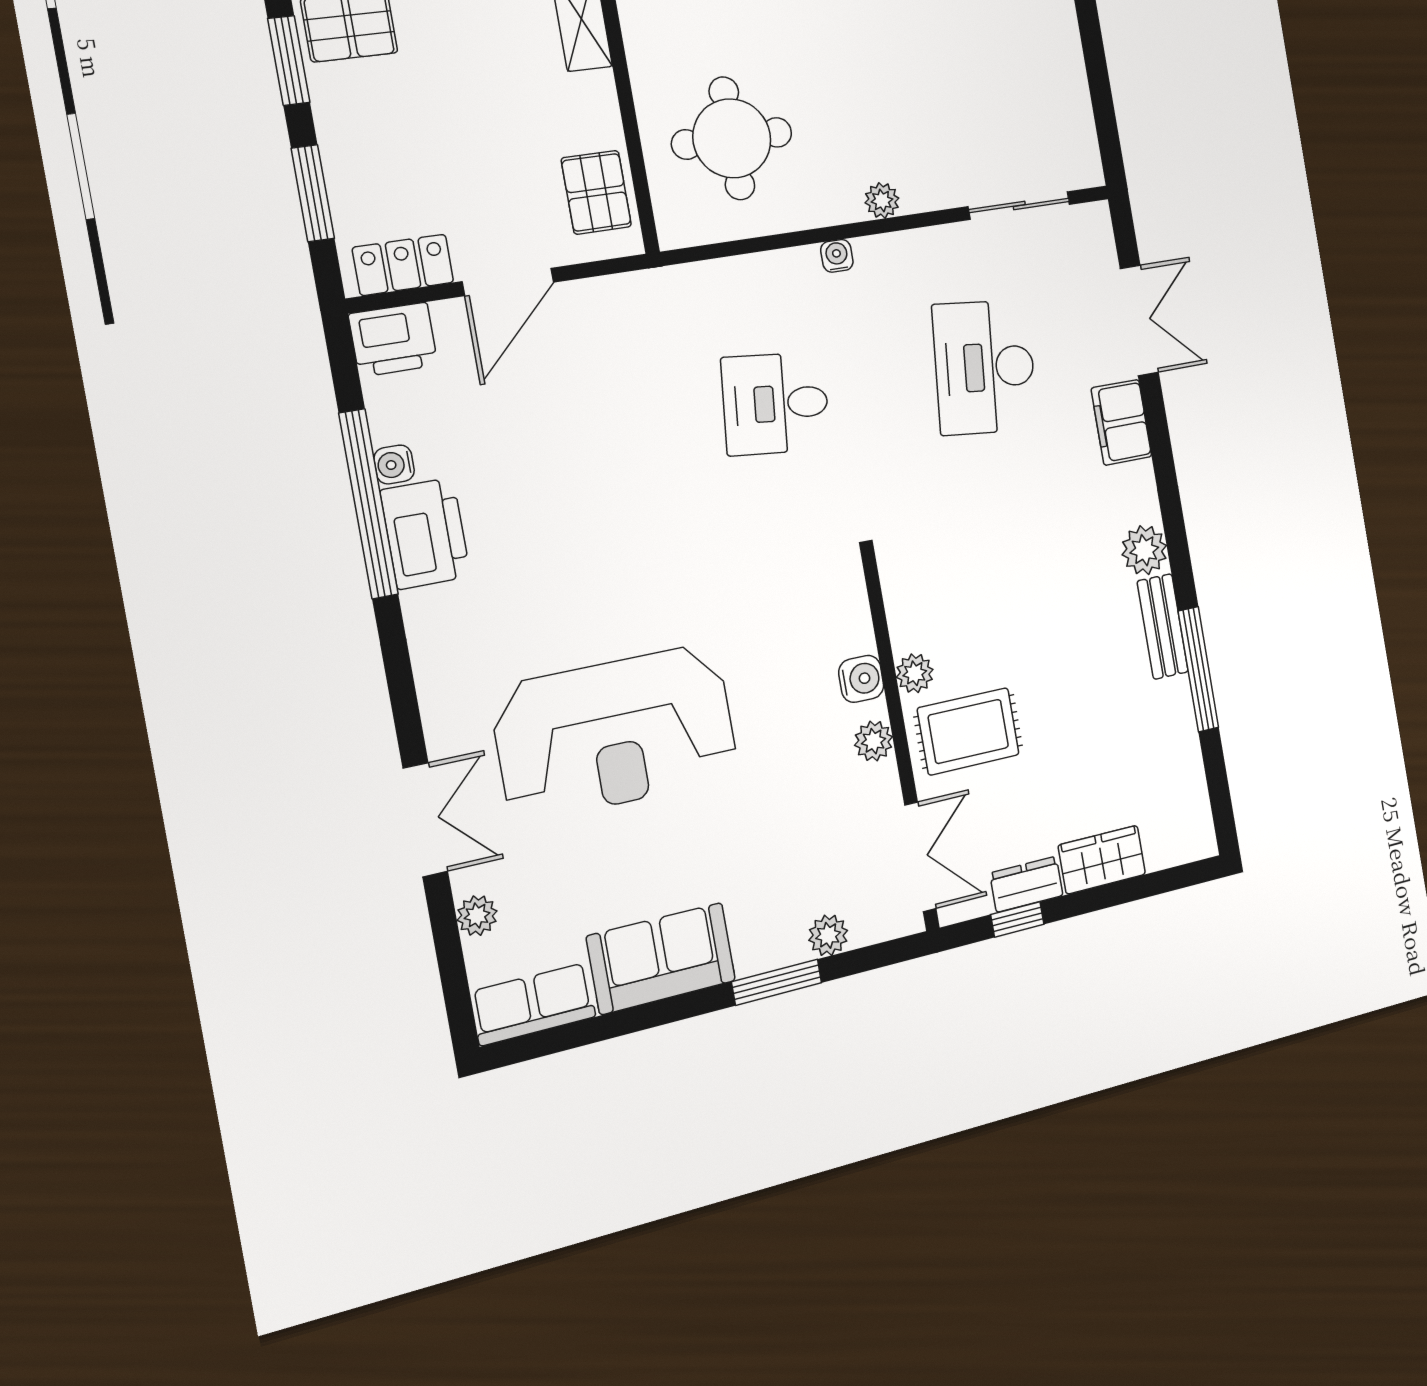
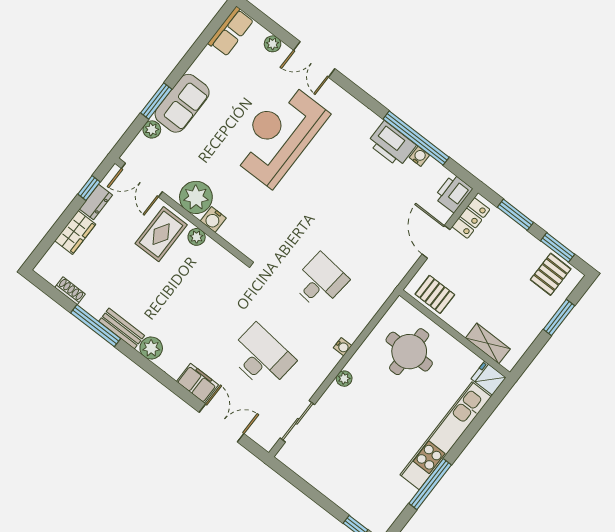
double door: (1139, 320) -> (222, 423), swing flipped
plant: (874, 741) -> (196, 197), width x1.88, depth x1.88
shoe rack: (1190, 765) -> (70, 291), added
sofa: (661, 958) -> (182, 103), moved

